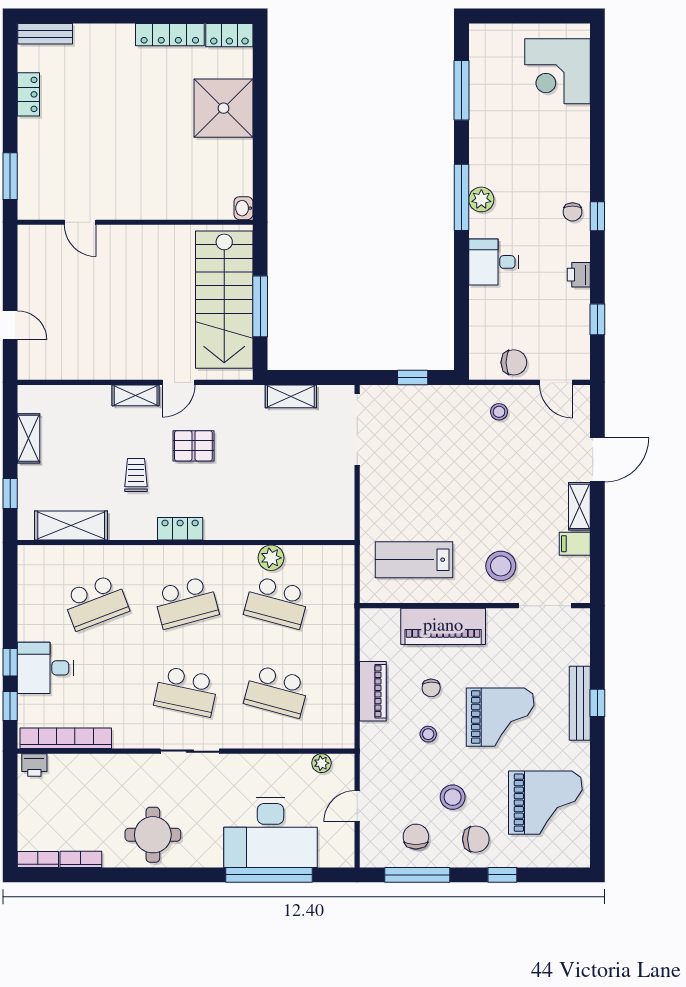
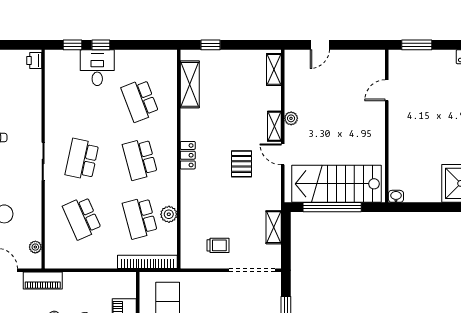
window: (260, 306) -> (332, 207), width x1.46
plant: (123, 370) -> (291, 118), added
shelving: (29, 438) -> (274, 69), moved, turned 90
trolley: (136, 475) -> (218, 245), moved
school desk: (277, 602) -> (140, 218), turned -30
school desk: (277, 691) -> (82, 218), turned -39
piano: (373, 691) -> (43, 280), moved
bookcase: (66, 738) -> (147, 262), moved, turned -90

